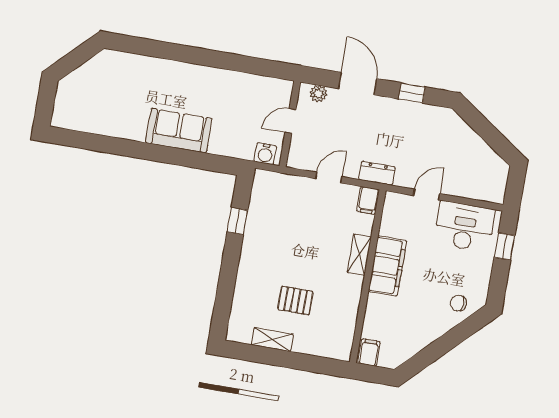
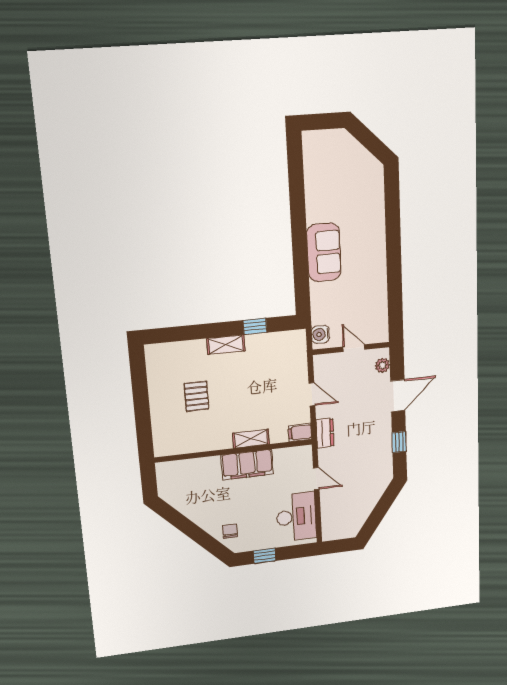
window: (505, 246) -> (265, 556), moved
shelving: (272, 339) -> (226, 345), moved, turned 90
filing cabinet: (369, 352) -> (167, 471), removed

